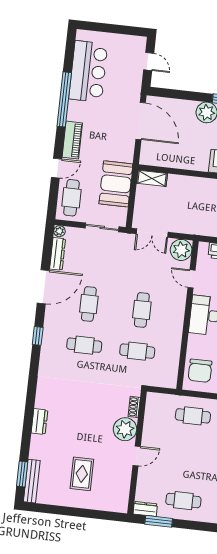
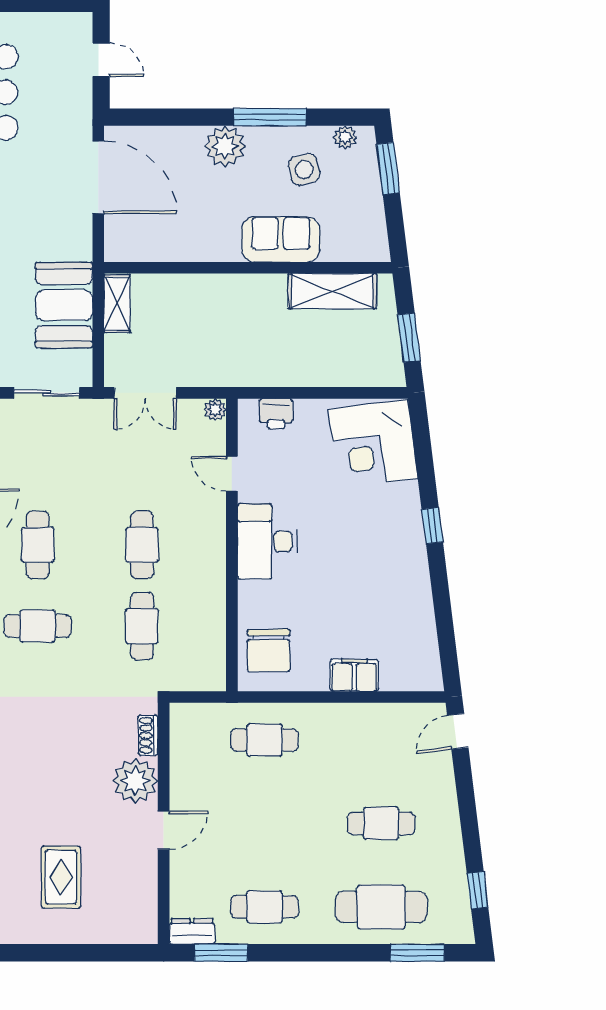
shelving: (152, 178) -> (117, 304), moved, turned 90
plant: (181, 250) -> (215, 410), width x0.53, depth x0.53
cafe table: (137, 351) -> (142, 626), turned 90

